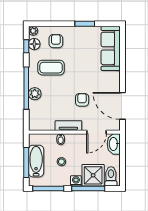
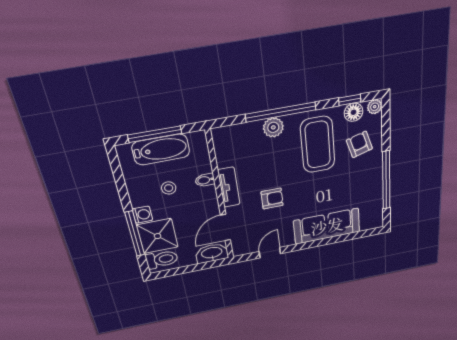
window: (85, 24) -> (386, 180), width x2.11
armchair: (56, 41) -> (359, 144), turned -107
sofa: (111, 48) -> (327, 226), moved
coffee table: (51, 68) -> (318, 145), width x1.36, depth x1.32
door: (122, 106) -> (270, 253), width x0.53
door: (97, 132) -> (226, 228), hinge flipped
window: (48, 189) -> (119, 177), removed

